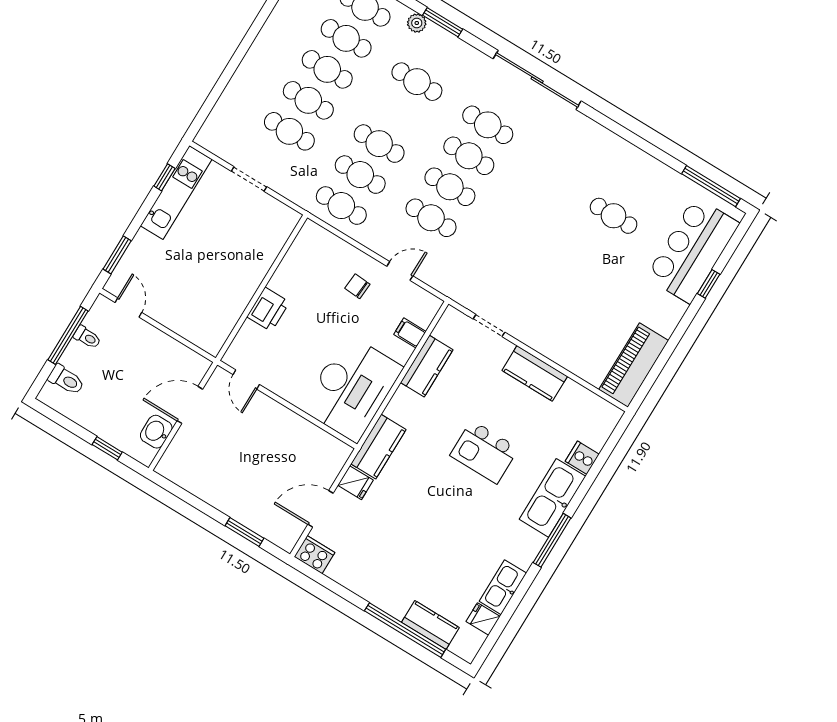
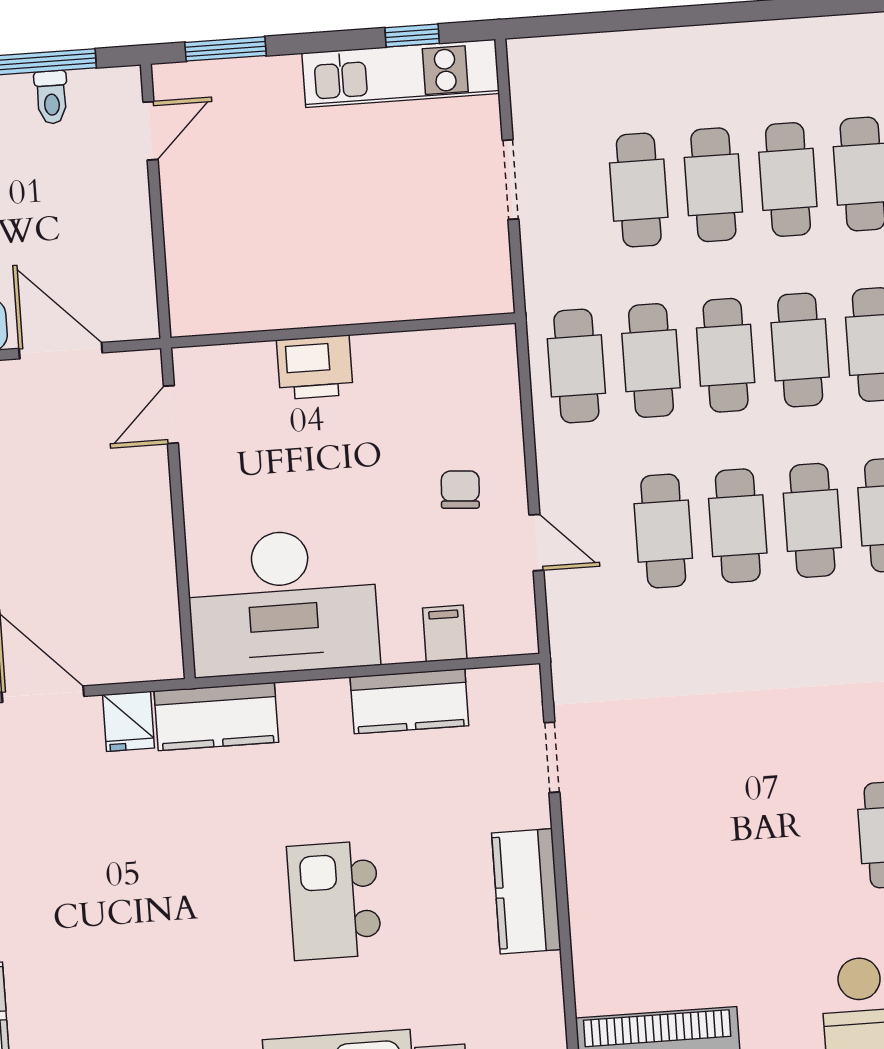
cafe table: (398, 113) -> (800, 350), added

